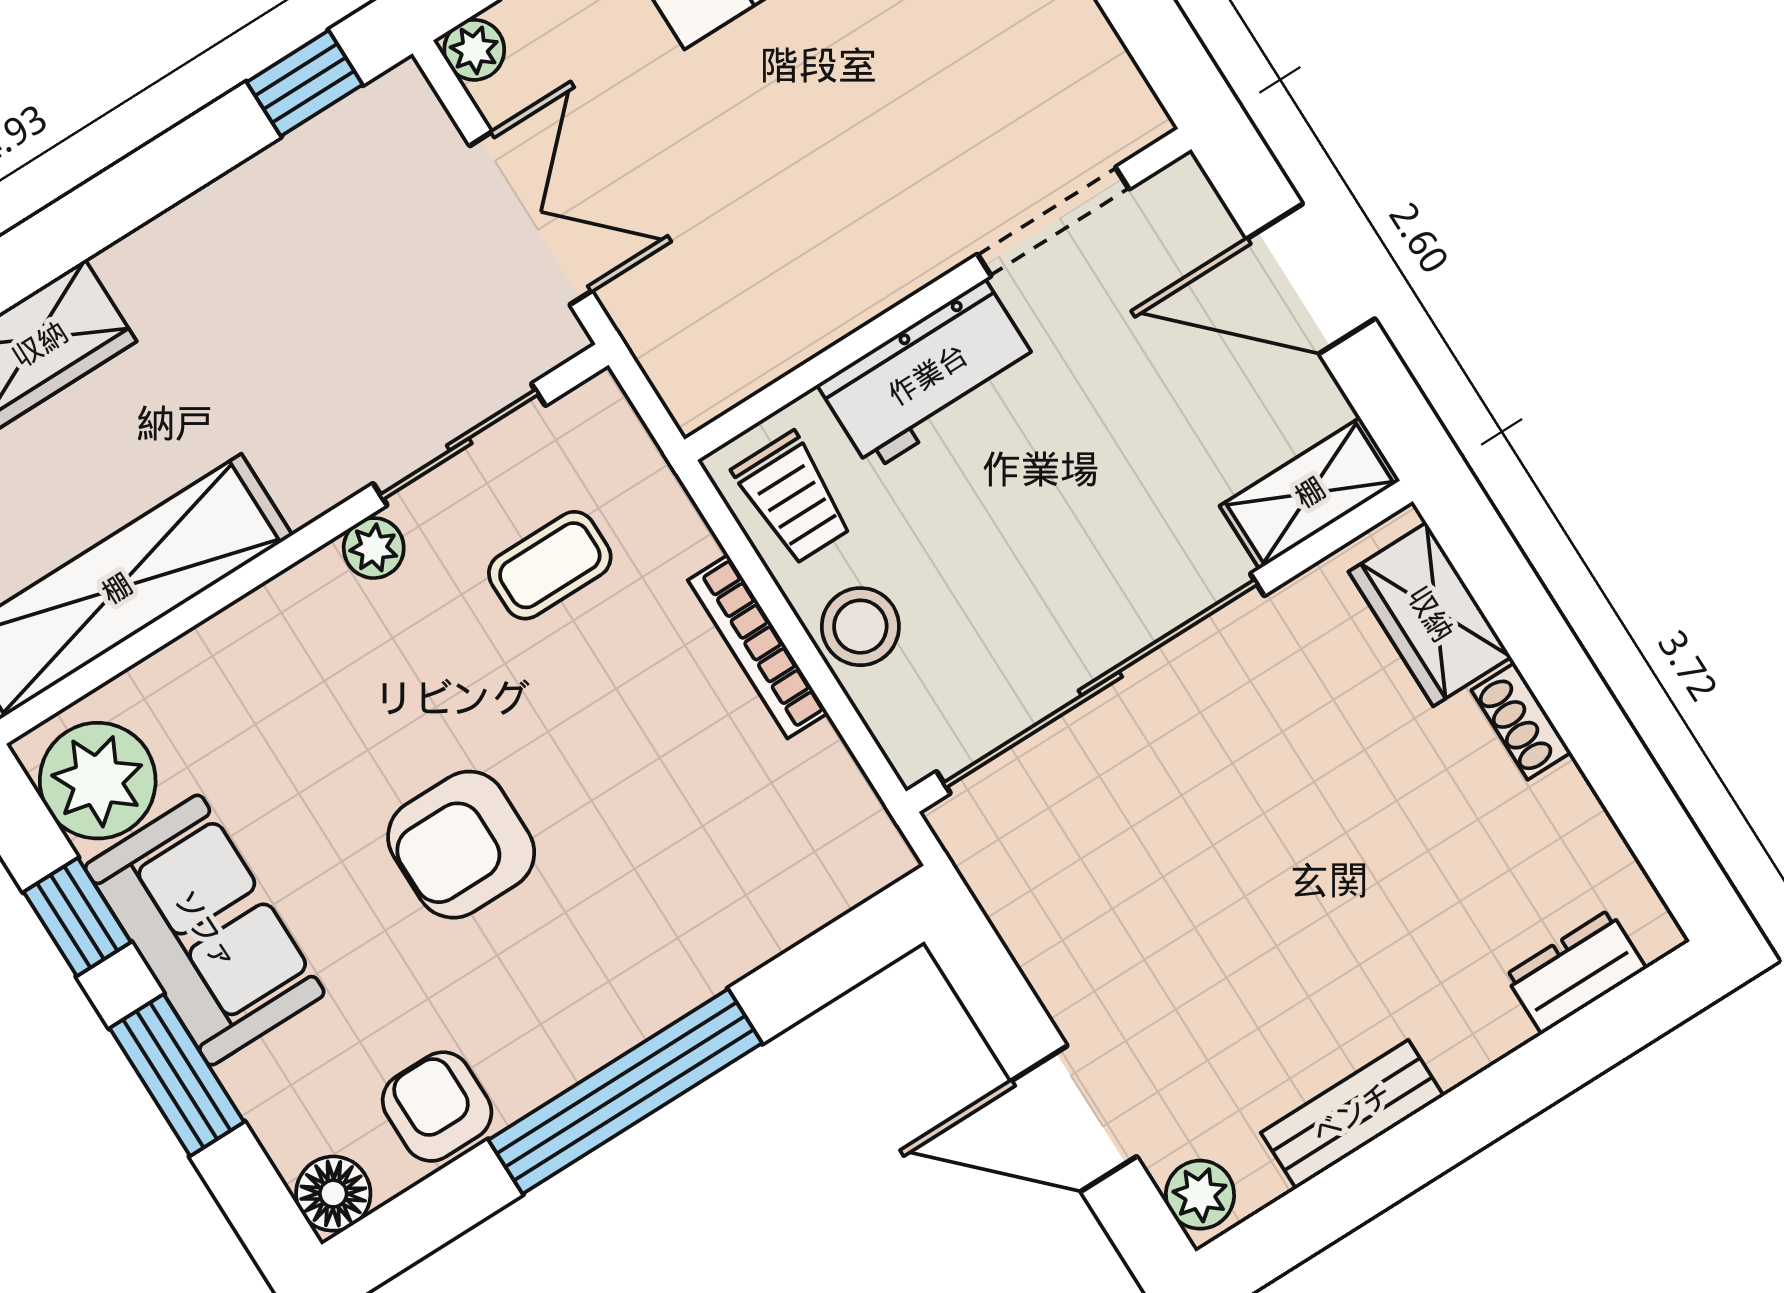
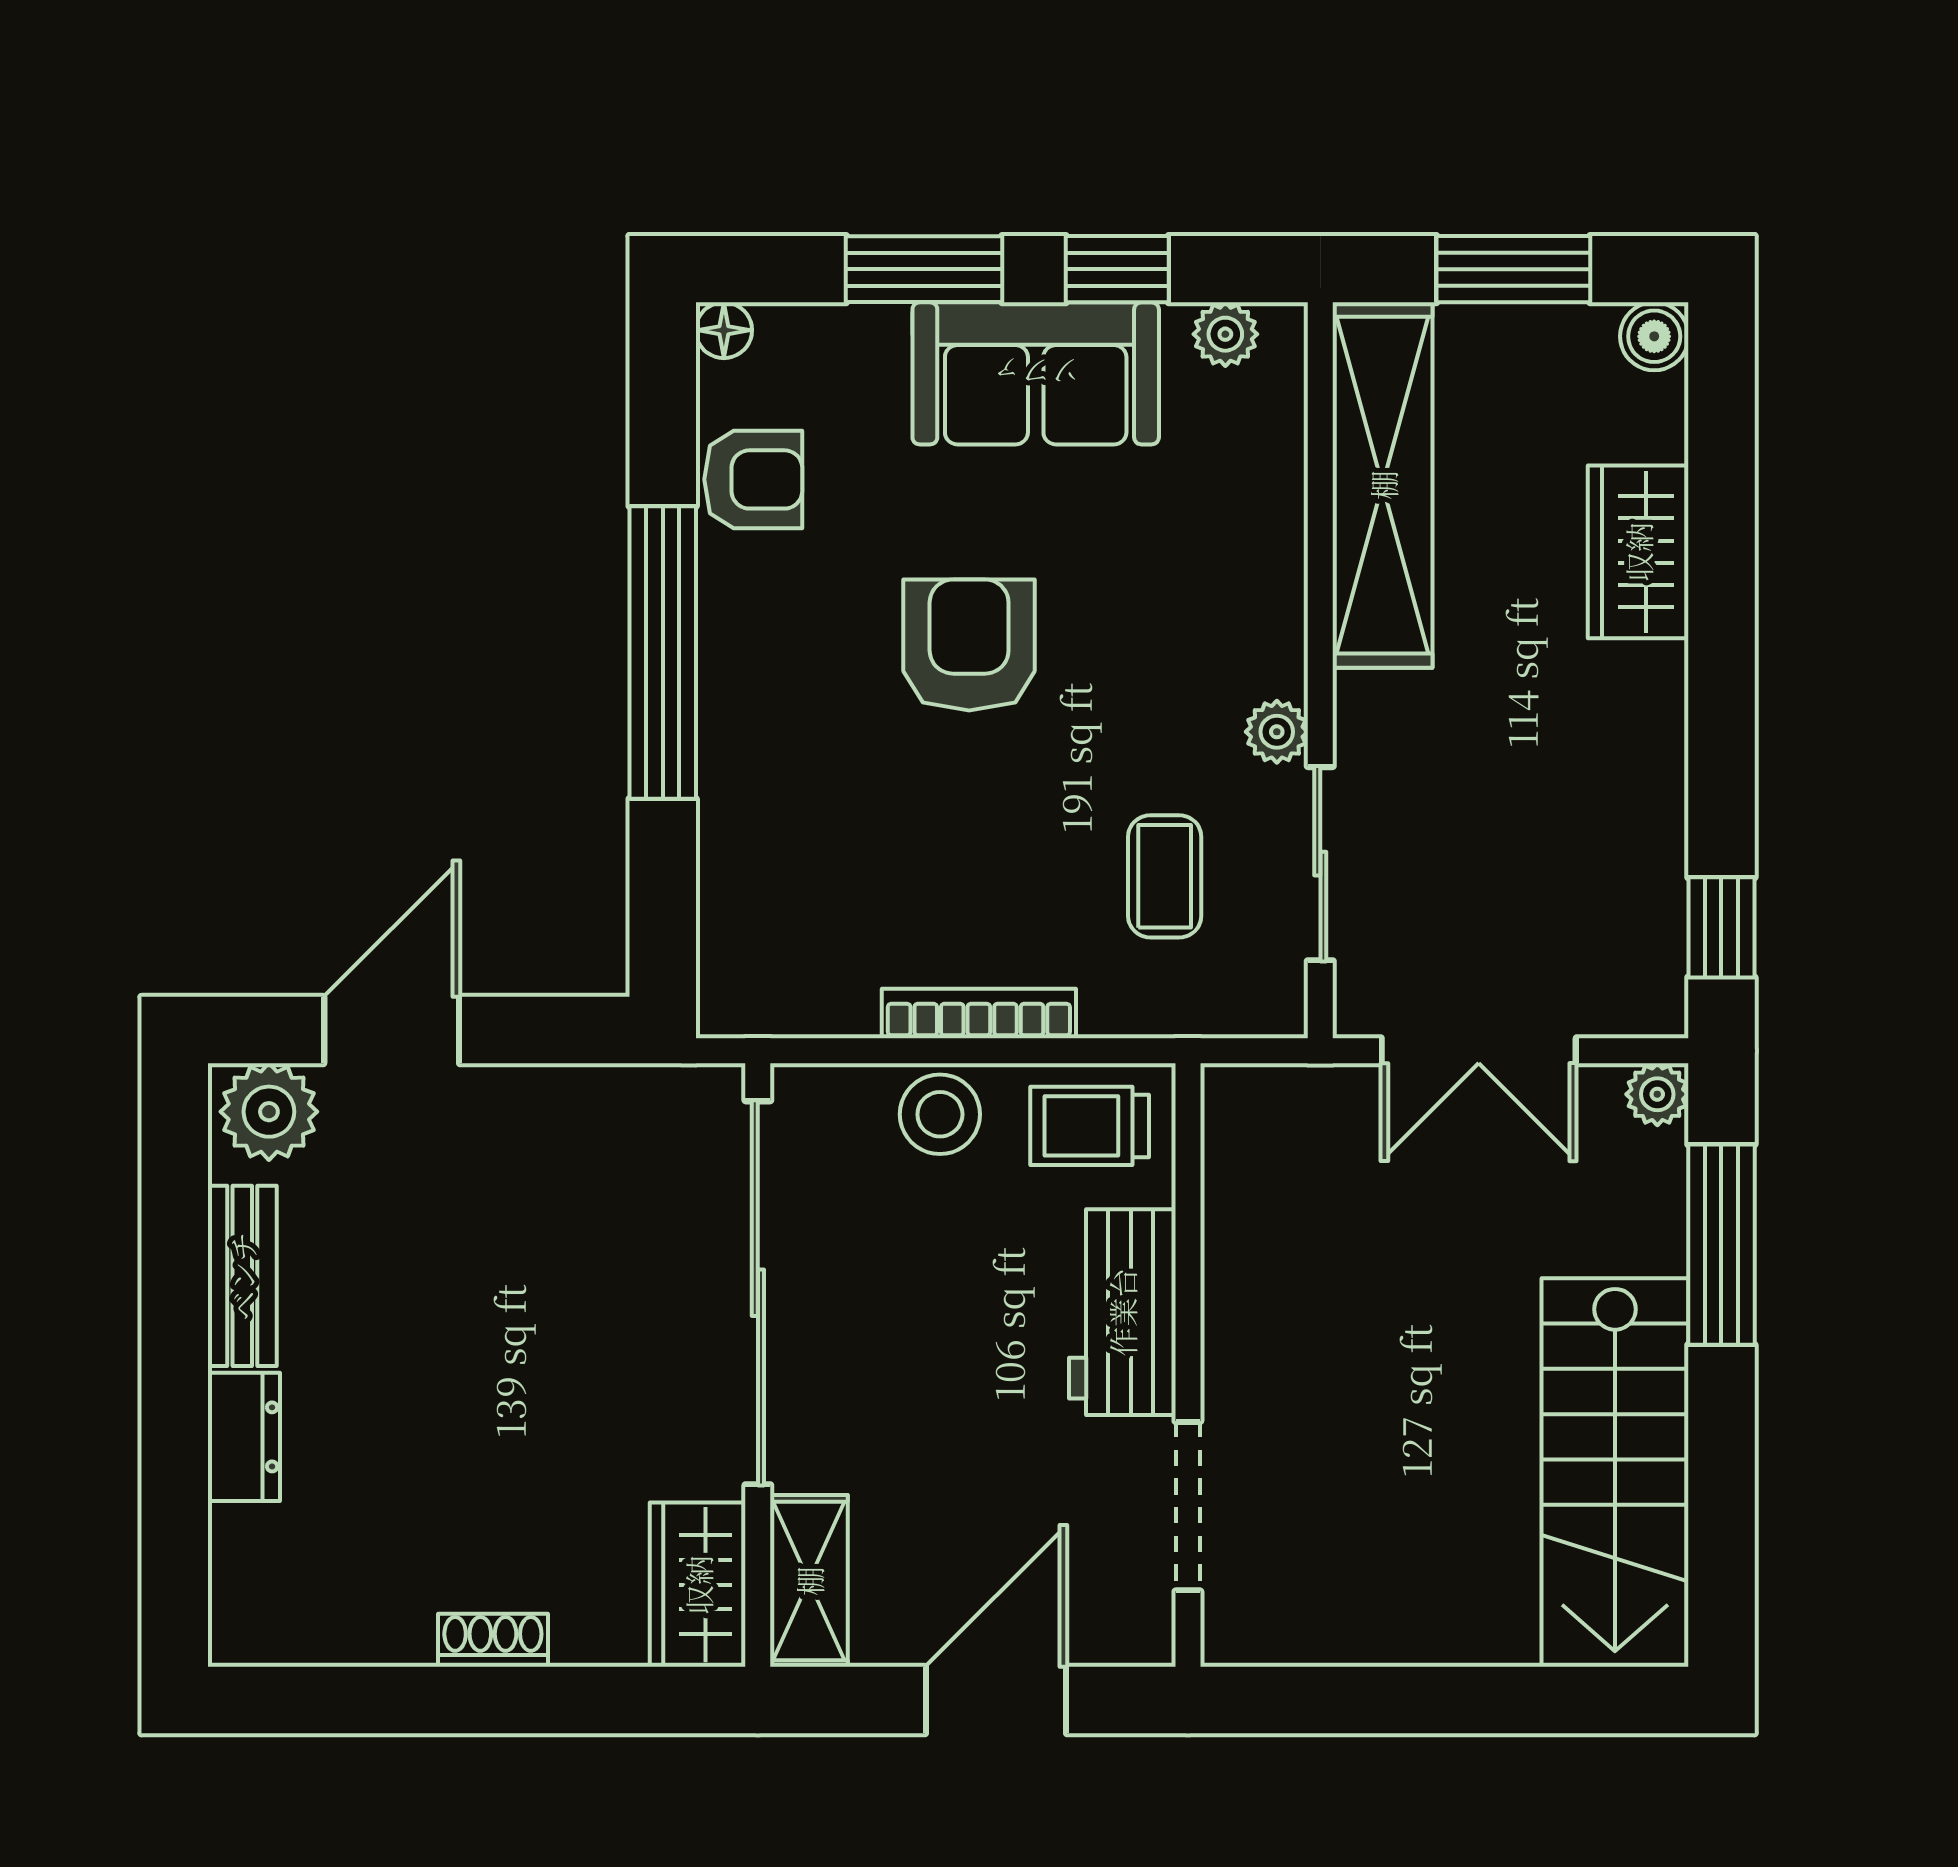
wardrobe: (1430, 614) -> (698, 1585), moved, turned -90
plant: (98, 781) -> (1225, 334), width x0.53, depth x0.53
dresser: (1576, 972) -> (244, 1437), moved
floor lamp: (333, 1194) -> (724, 330), width x0.73, depth x0.73
plant: (1200, 1195) -> (269, 1112), width x1.38, depth x1.38

